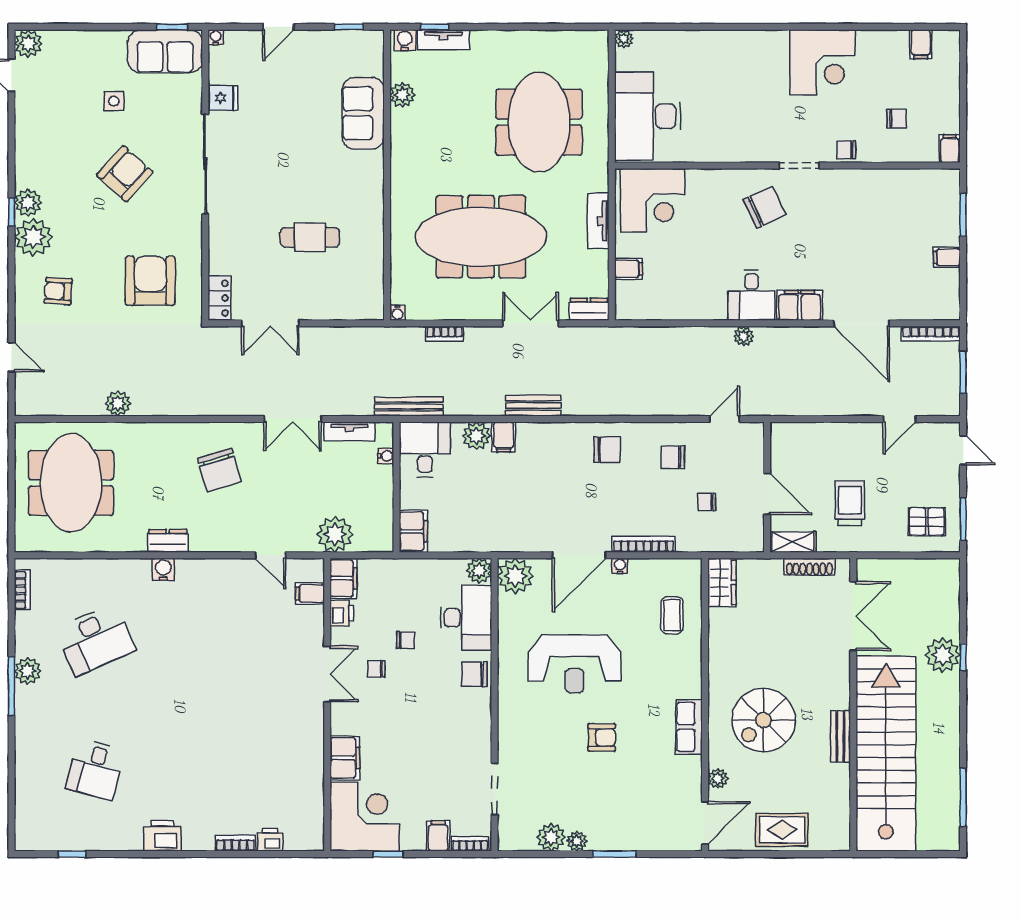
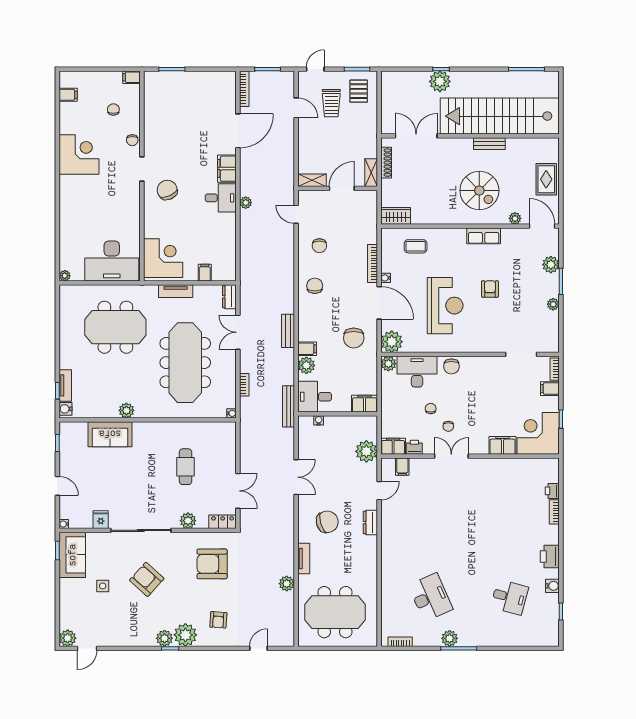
plant: (402, 95) -> (126, 410), moved
plant: (221, 241) -> (188, 521), added
filing cabinet: (947, 257) -> (198, 79), removed
tv unit: (349, 431) -> (304, 559), moved
shelving: (780, 445) -> (312, 180), added
chair: (707, 502) -> (354, 338), moved, width x1.87, depth x1.87
trolley: (850, 503) -> (331, 103), moved, turned -90
dresser: (168, 541) -> (370, 523), moved
water cooler: (163, 569) -> (552, 586), moved, turned 180
plant: (551, 837) -> (551, 265), moved

